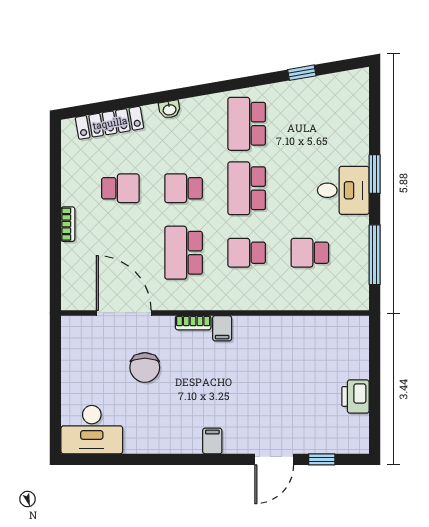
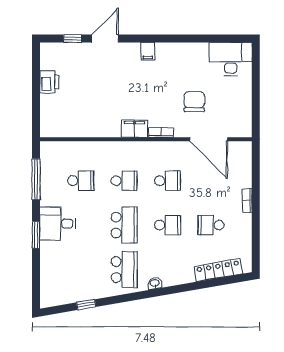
washbasin: (169, 109) -> (155, 283), moved
school desk: (184, 253) -> (168, 181), width x0.54
filing cabinet: (222, 328) -> (135, 129), width x2.00

